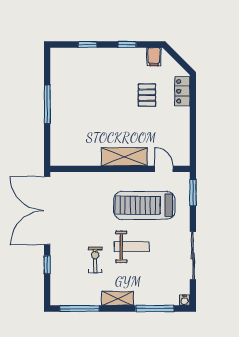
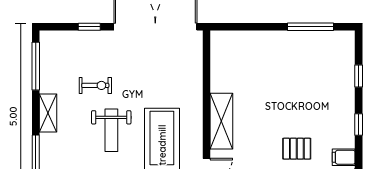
window: (47, 104) -> (310, 27), moved

